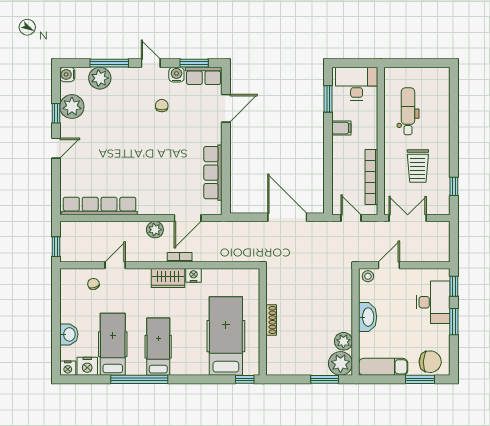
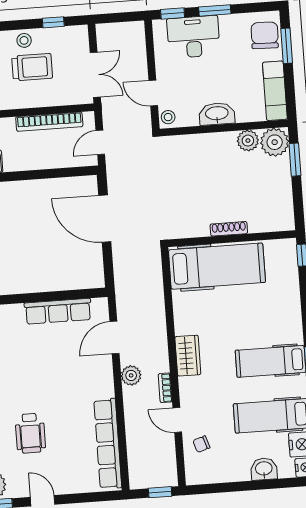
wheelchair: (113, 142) -> (30, 433), added
stool: (441, 161) -> (24, 40), added
door: (287, 217) -> (105, 219), hinge flipped
door: (188, 218) -> (114, 337), swing flipped
double door: (408, 218) -> (95, 75), swing flipped
bookcase: (180, 257) -> (165, 388), moved
nightstand: (194, 275) -> (182, 325), removed
hospital bed: (226, 336) -> (217, 266), moved, turned 180

